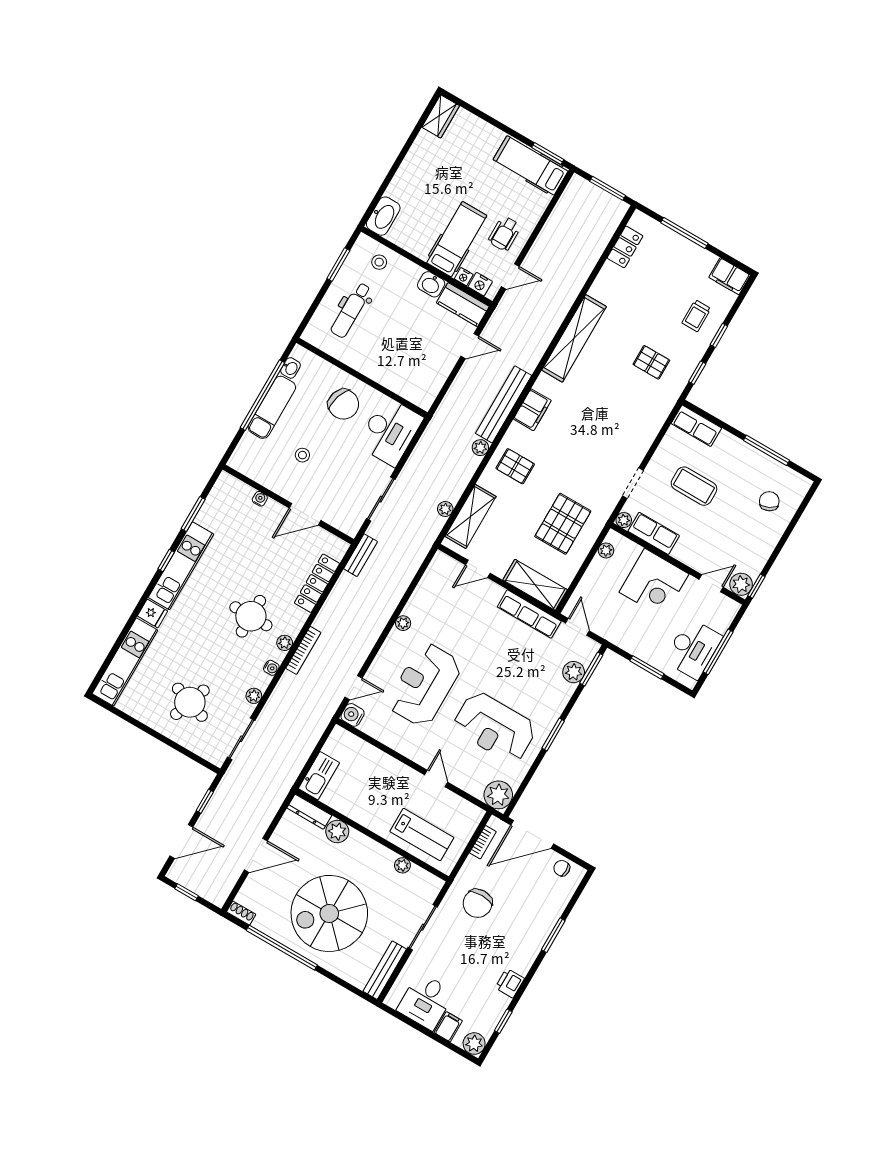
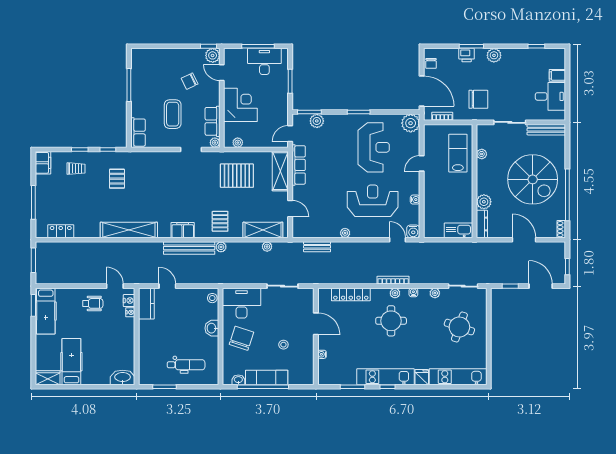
hospital bed: (457, 239) -> (71, 362), moved, turned 90
stool: (379, 262) -> (212, 298), moved
washbasin: (431, 284) -> (212, 328), moved, turned 180
chair: (769, 501) -> (190, 81), moved
bench: (360, 555) -> (317, 247), moved
reception desk: (424, 685) -> (373, 201), turned 180
water cooler: (393, 742) -> (415, 200), added
printer: (510, 983) -> (467, 55), moved
plant: (474, 1044) -> (494, 55), moved

